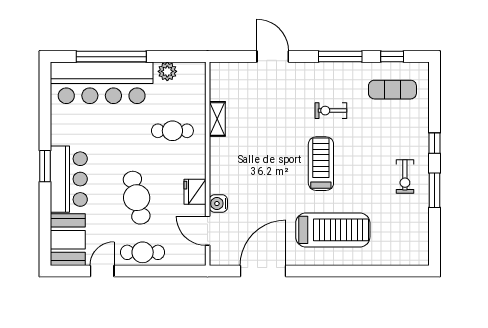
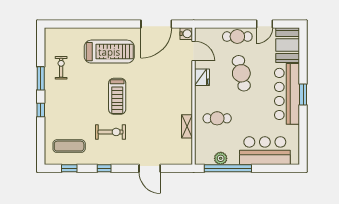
window: (111, 57) -> (228, 168), moved
window: (340, 57) -> (104, 168), width x0.46
bar counter: (102, 83) -> (265, 151), width x0.73
exercise bike: (331, 111) -> (110, 132), width x1.38, depth x1.39
exercise bike: (405, 177) -> (61, 68), moved
bar counter: (69, 179) -> (287, 94), width x1.36
water cooler: (218, 204) -> (186, 34), moved
treadmill: (333, 230) -> (109, 52), turned 180

